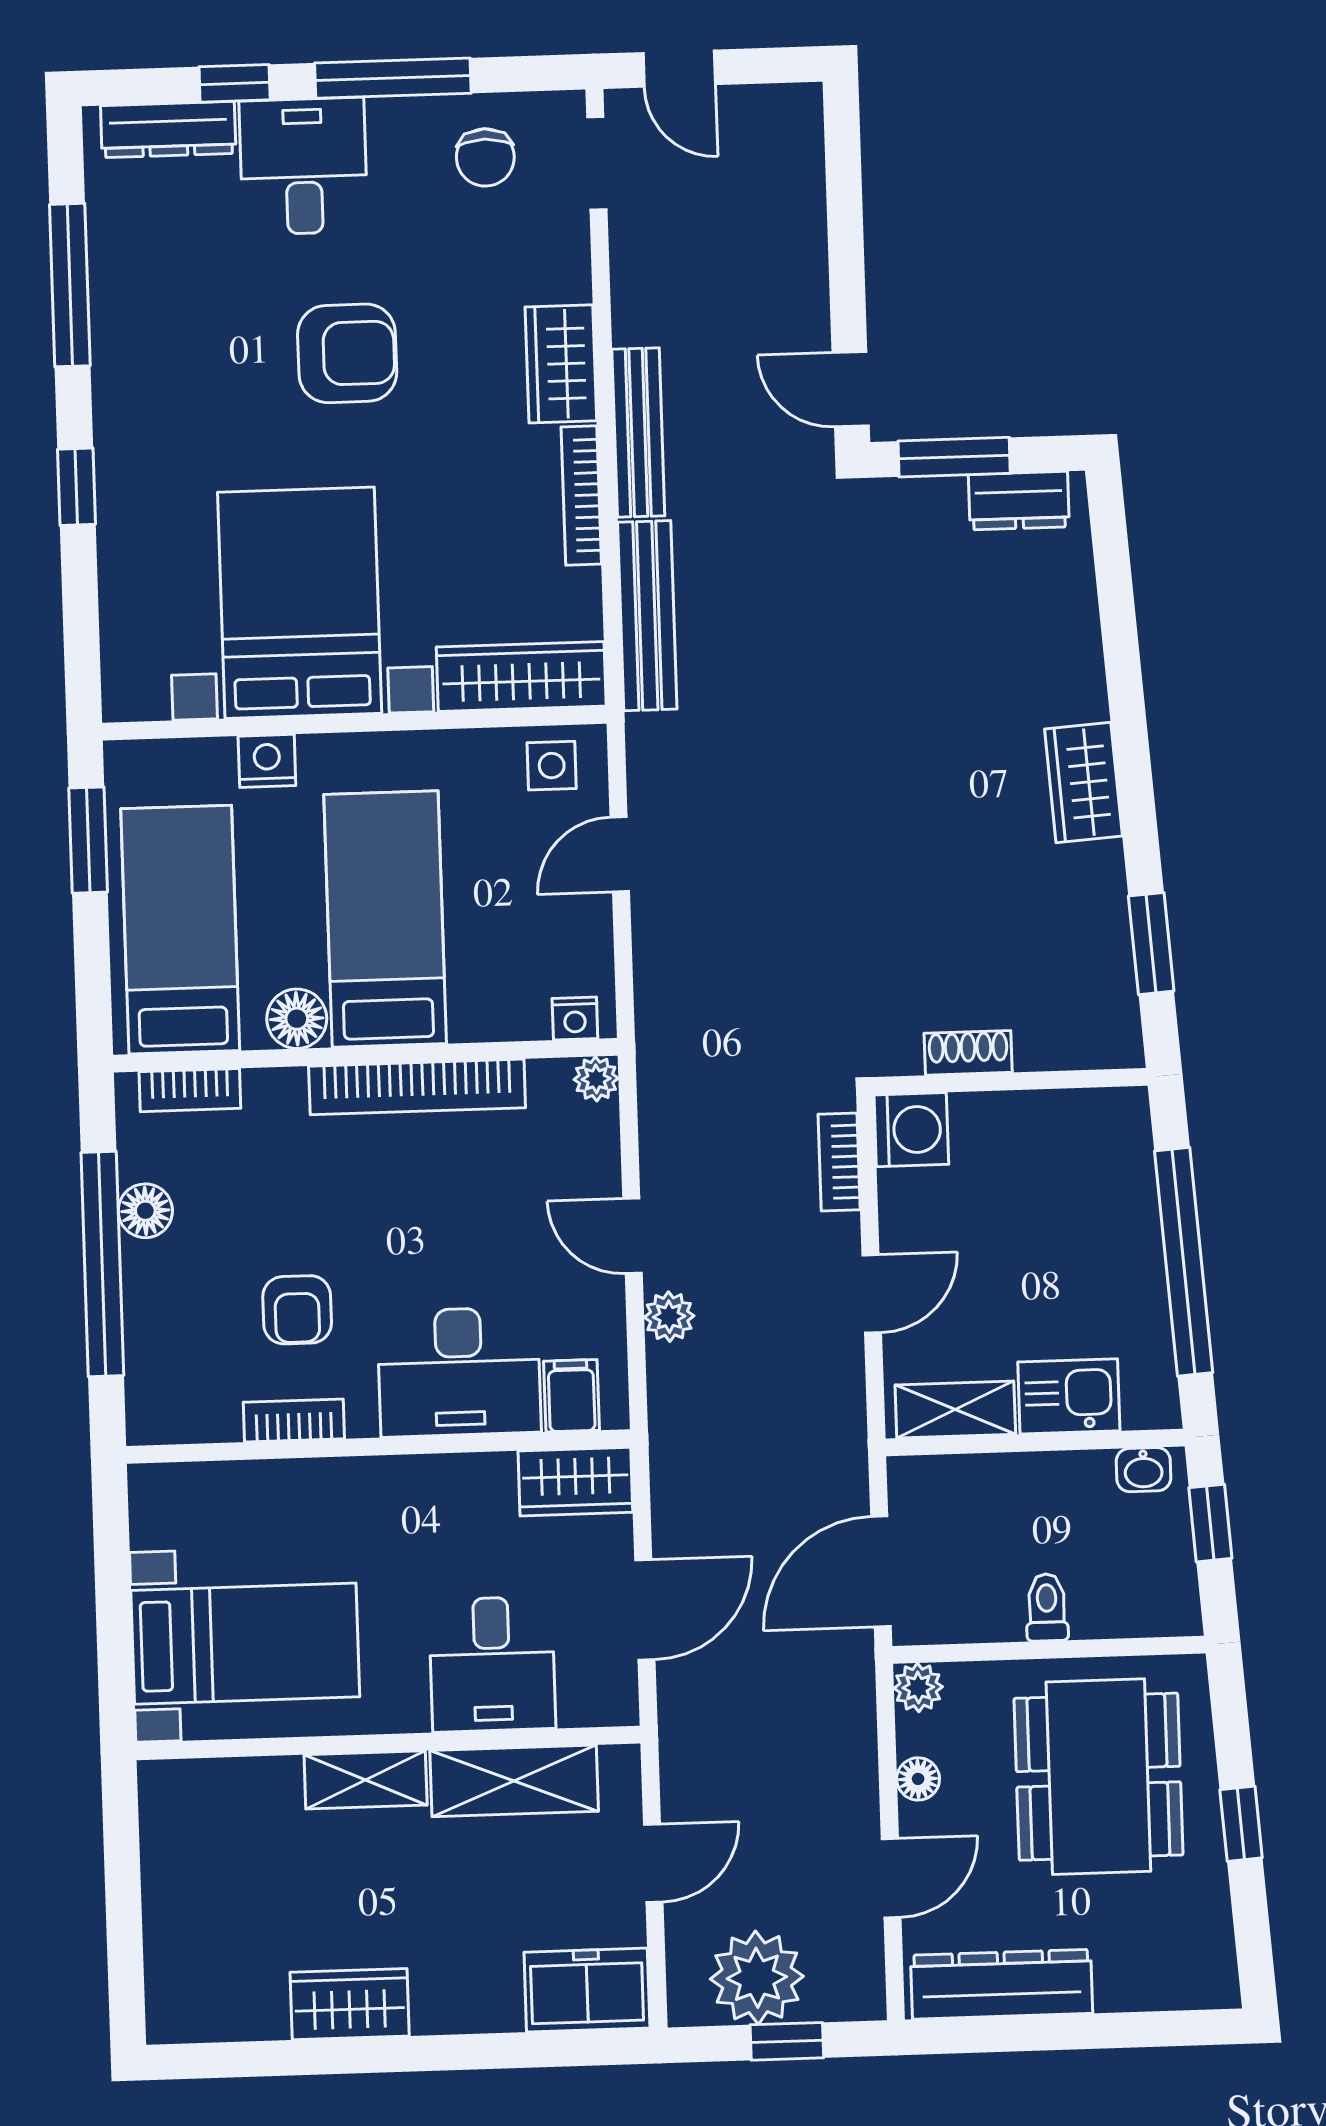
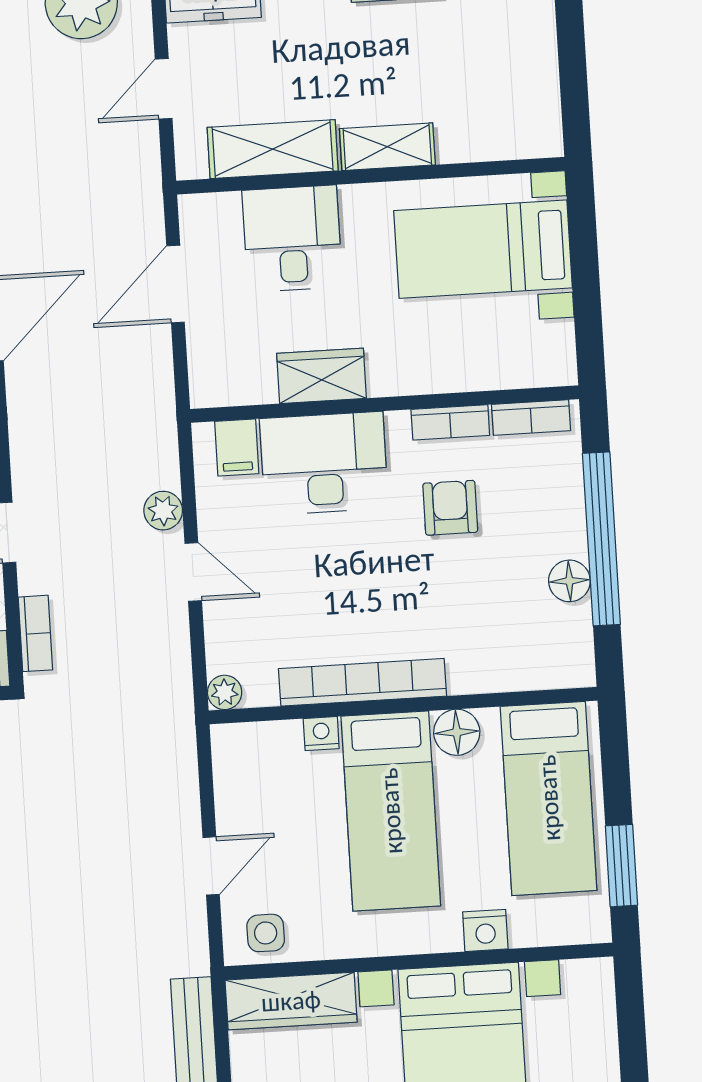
nightstand: (575, 1019) -> (321, 734), moved
bookcase: (190, 1090) -> (531, 418), moved, turned 180
wardrobe: (575, 1482) -> (321, 376), moved

